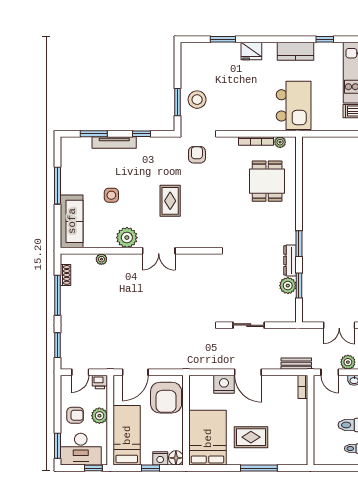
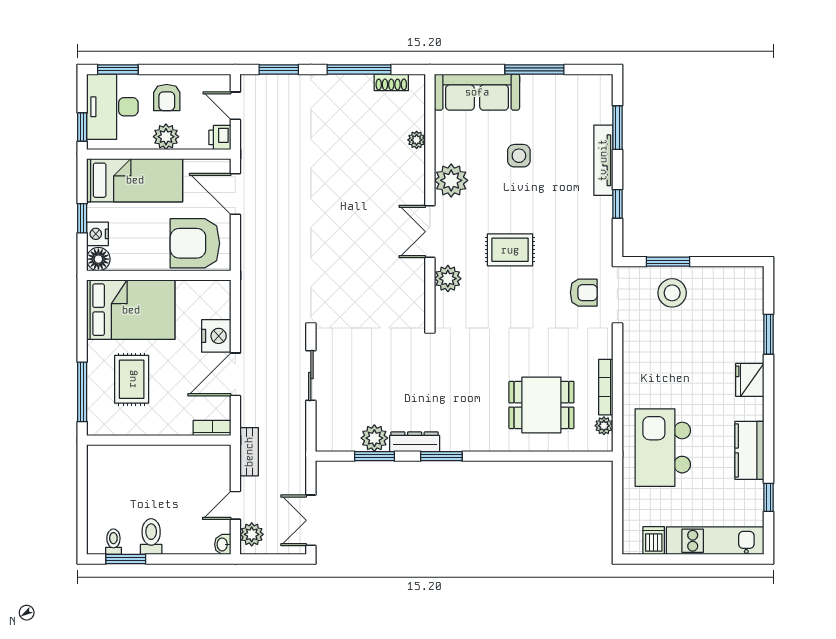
kitchen island: (294, 105) -> (663, 448), turned 90
plant: (188, 240) -> (448, 279), added
bookcase: (303, 387) -> (212, 428), moved
wall: (310, 420) -> (159, 440), moved

